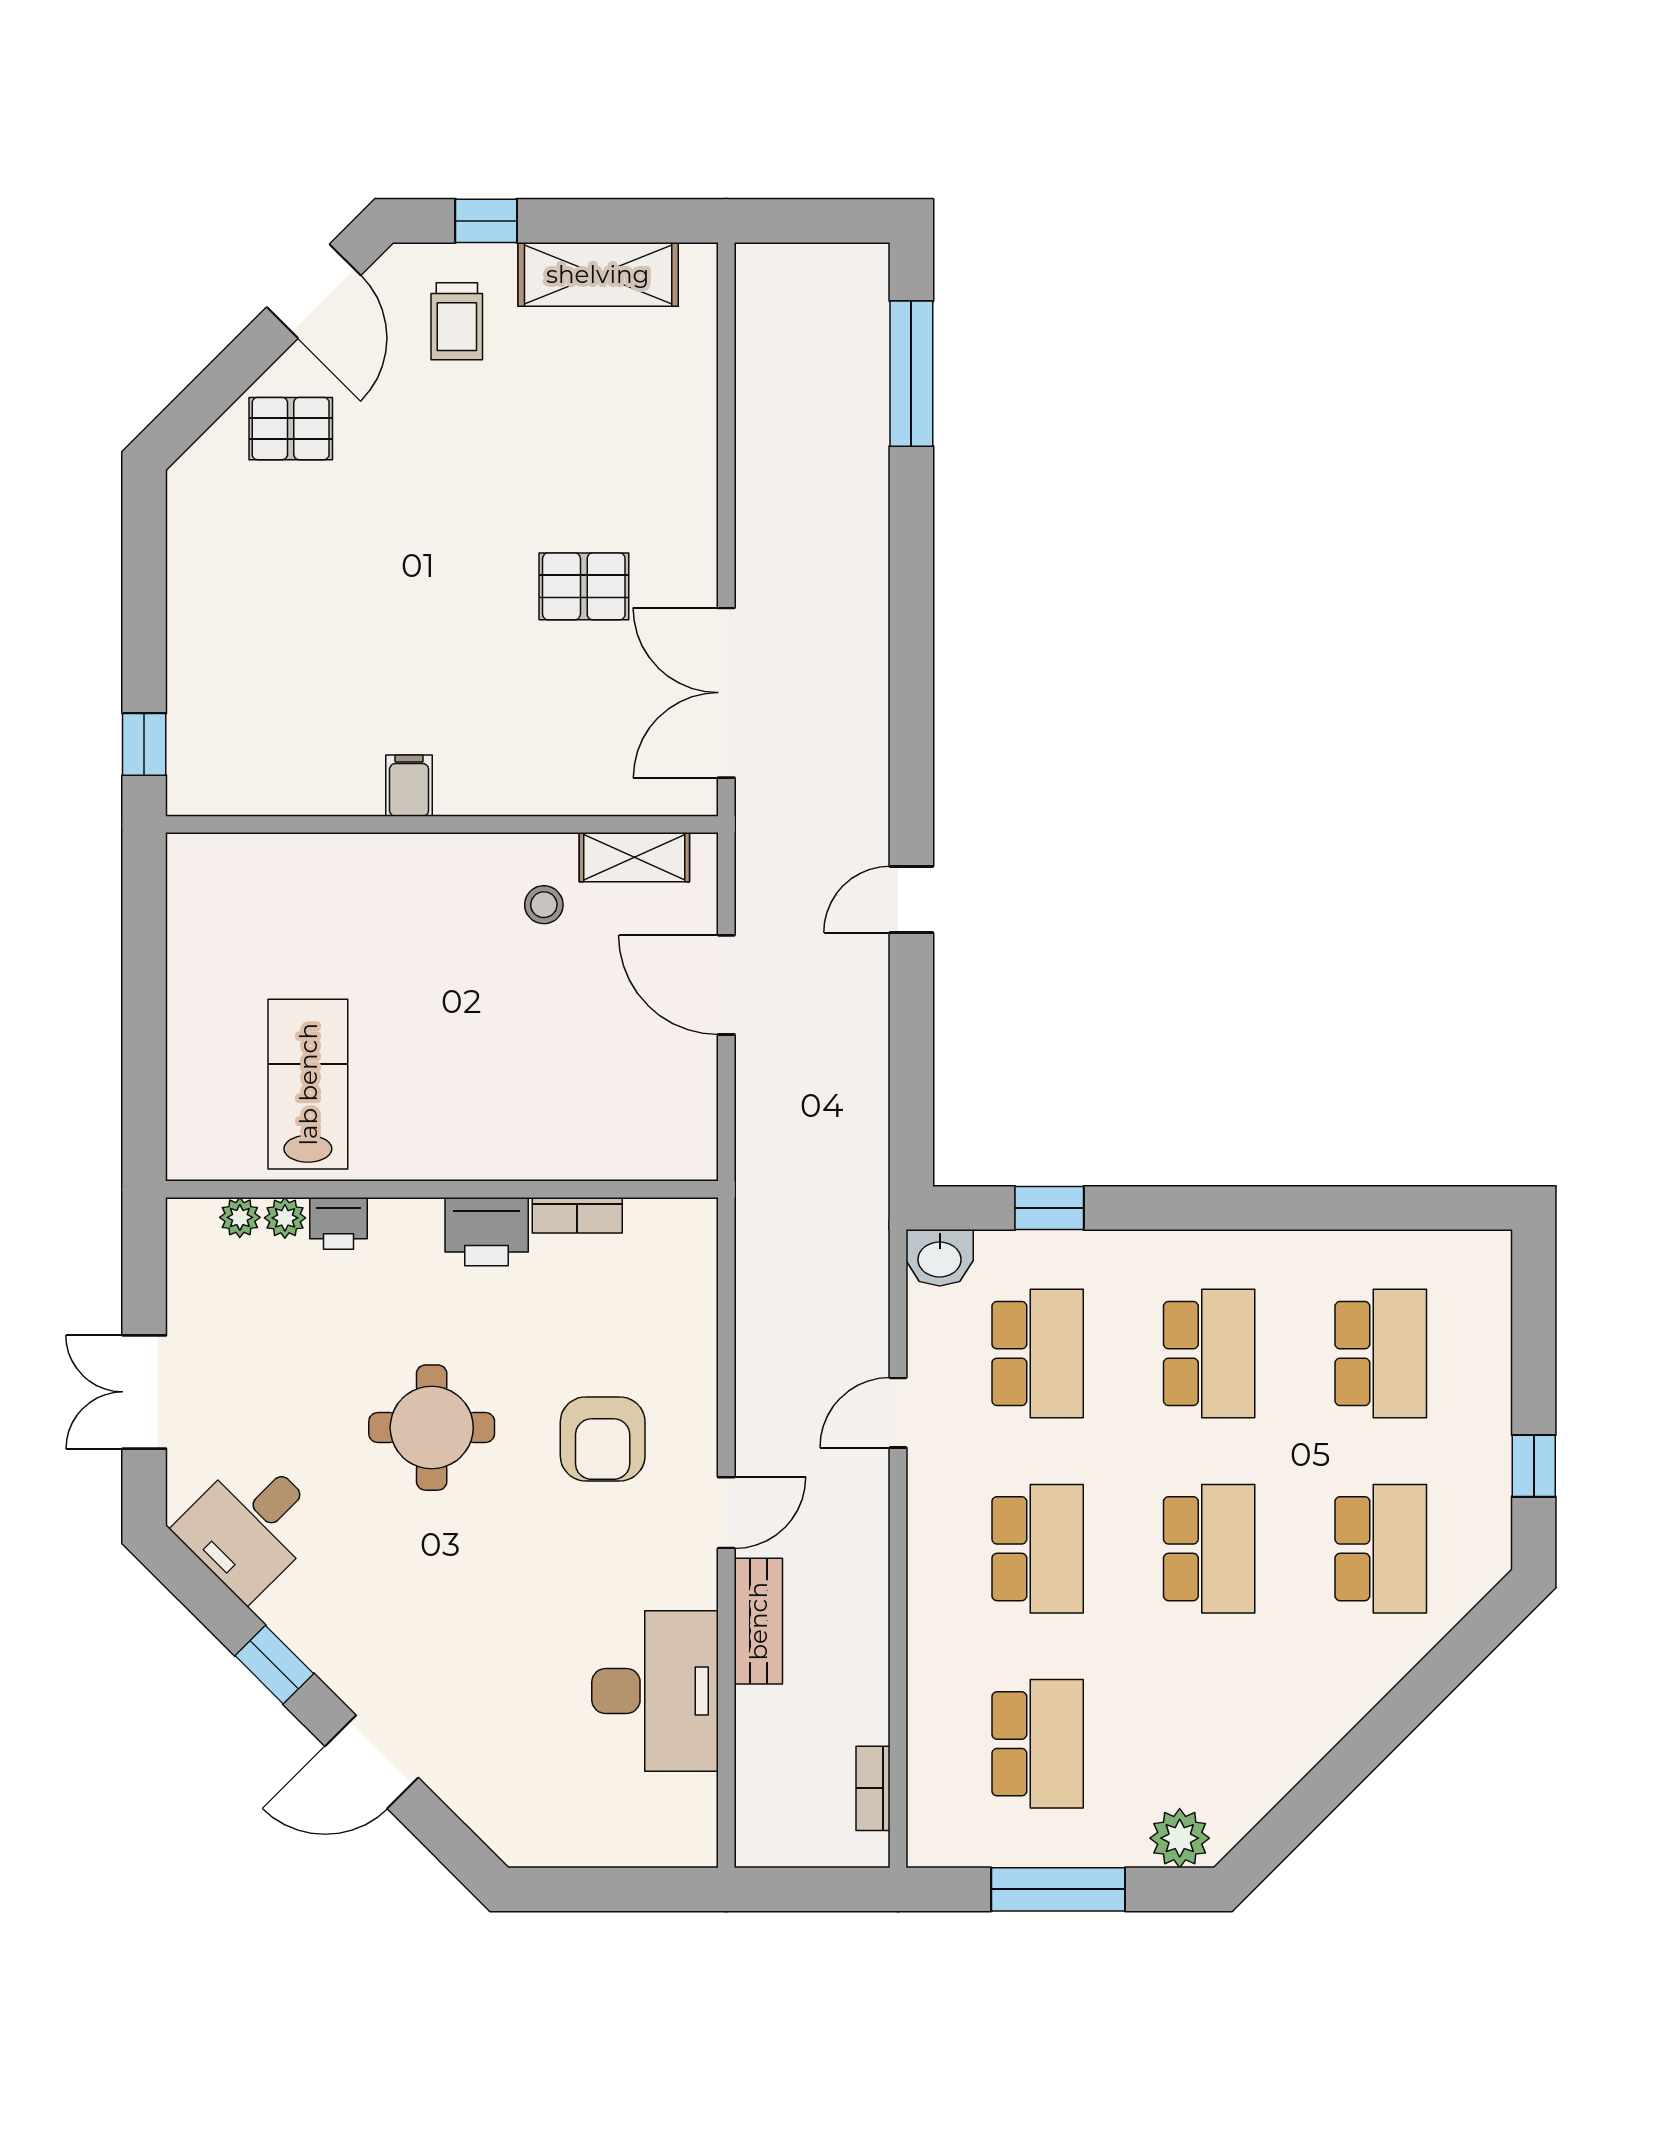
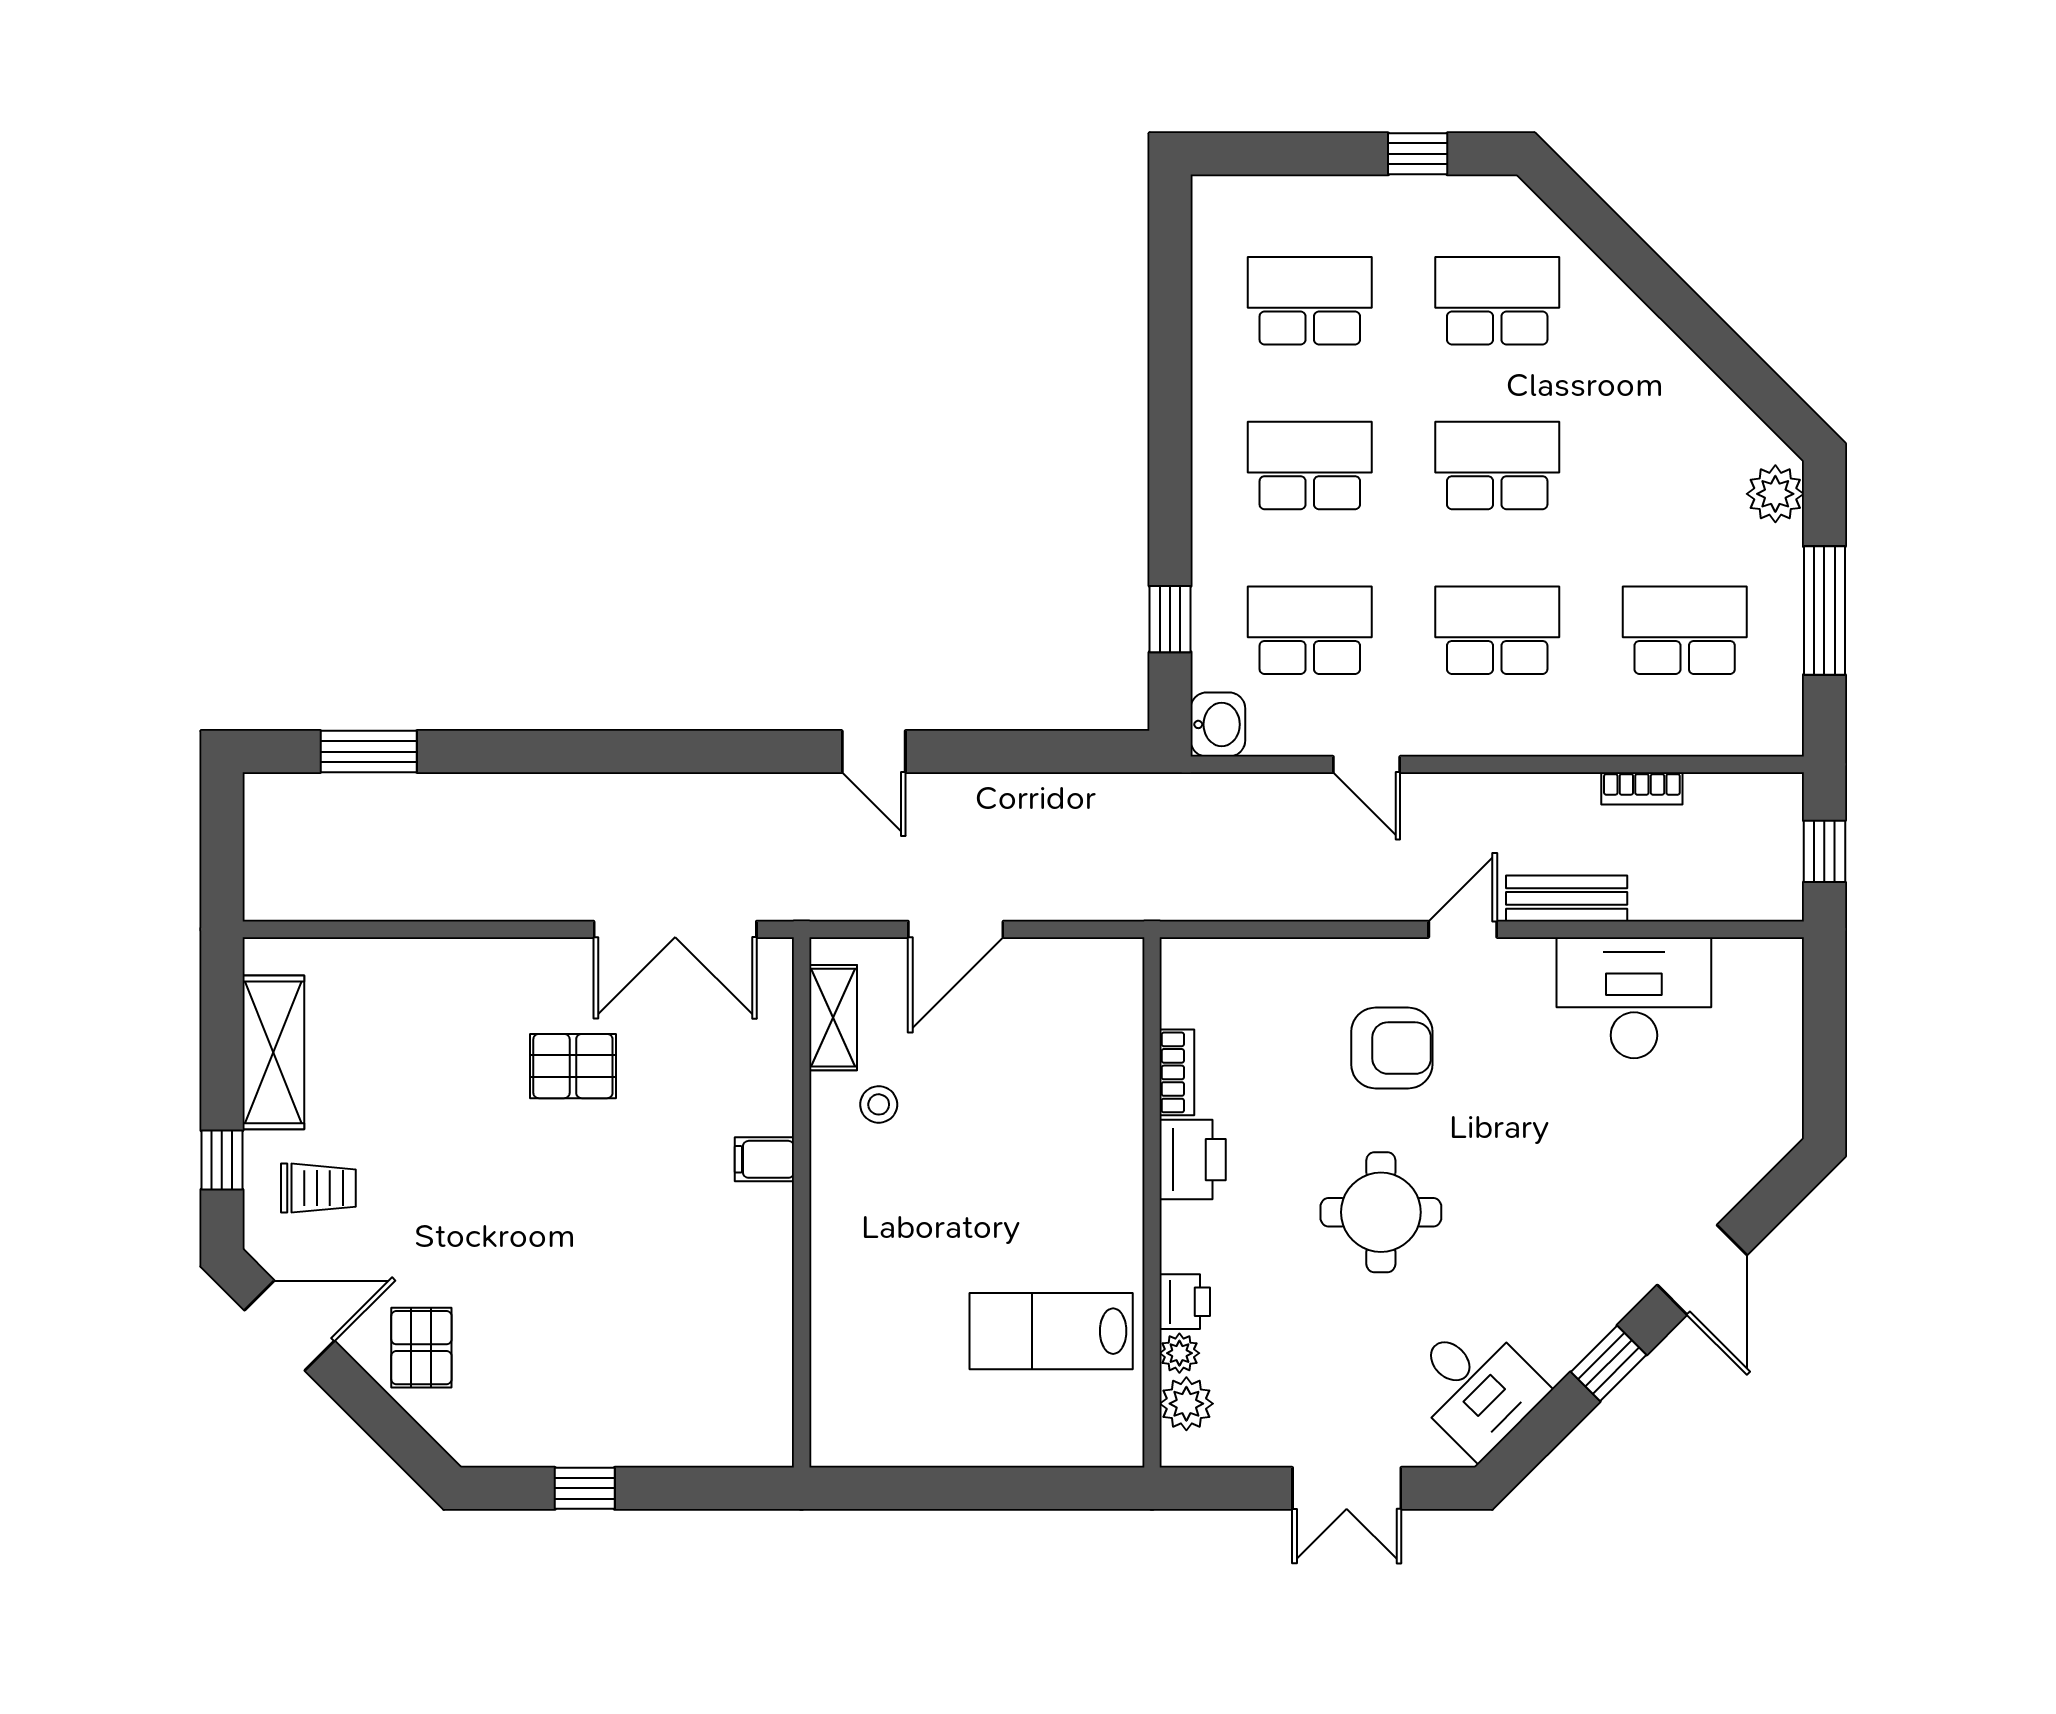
window: (911, 374) -> (369, 752), width x0.69
pallet: (584, 586) -> (573, 1066), turned 90
window: (144, 744) -> (585, 1488), moved
filing cabinet: (409, 786) -> (764, 1159), moved
plant: (240, 1217) -> (1186, 1404), width x1.38, depth x1.38
door: (726, 1513) -> (1463, 929), hinge flipped
bookcase: (873, 1788) -> (1642, 788), moved
window: (807, 1889) -> (1824, 851), added

